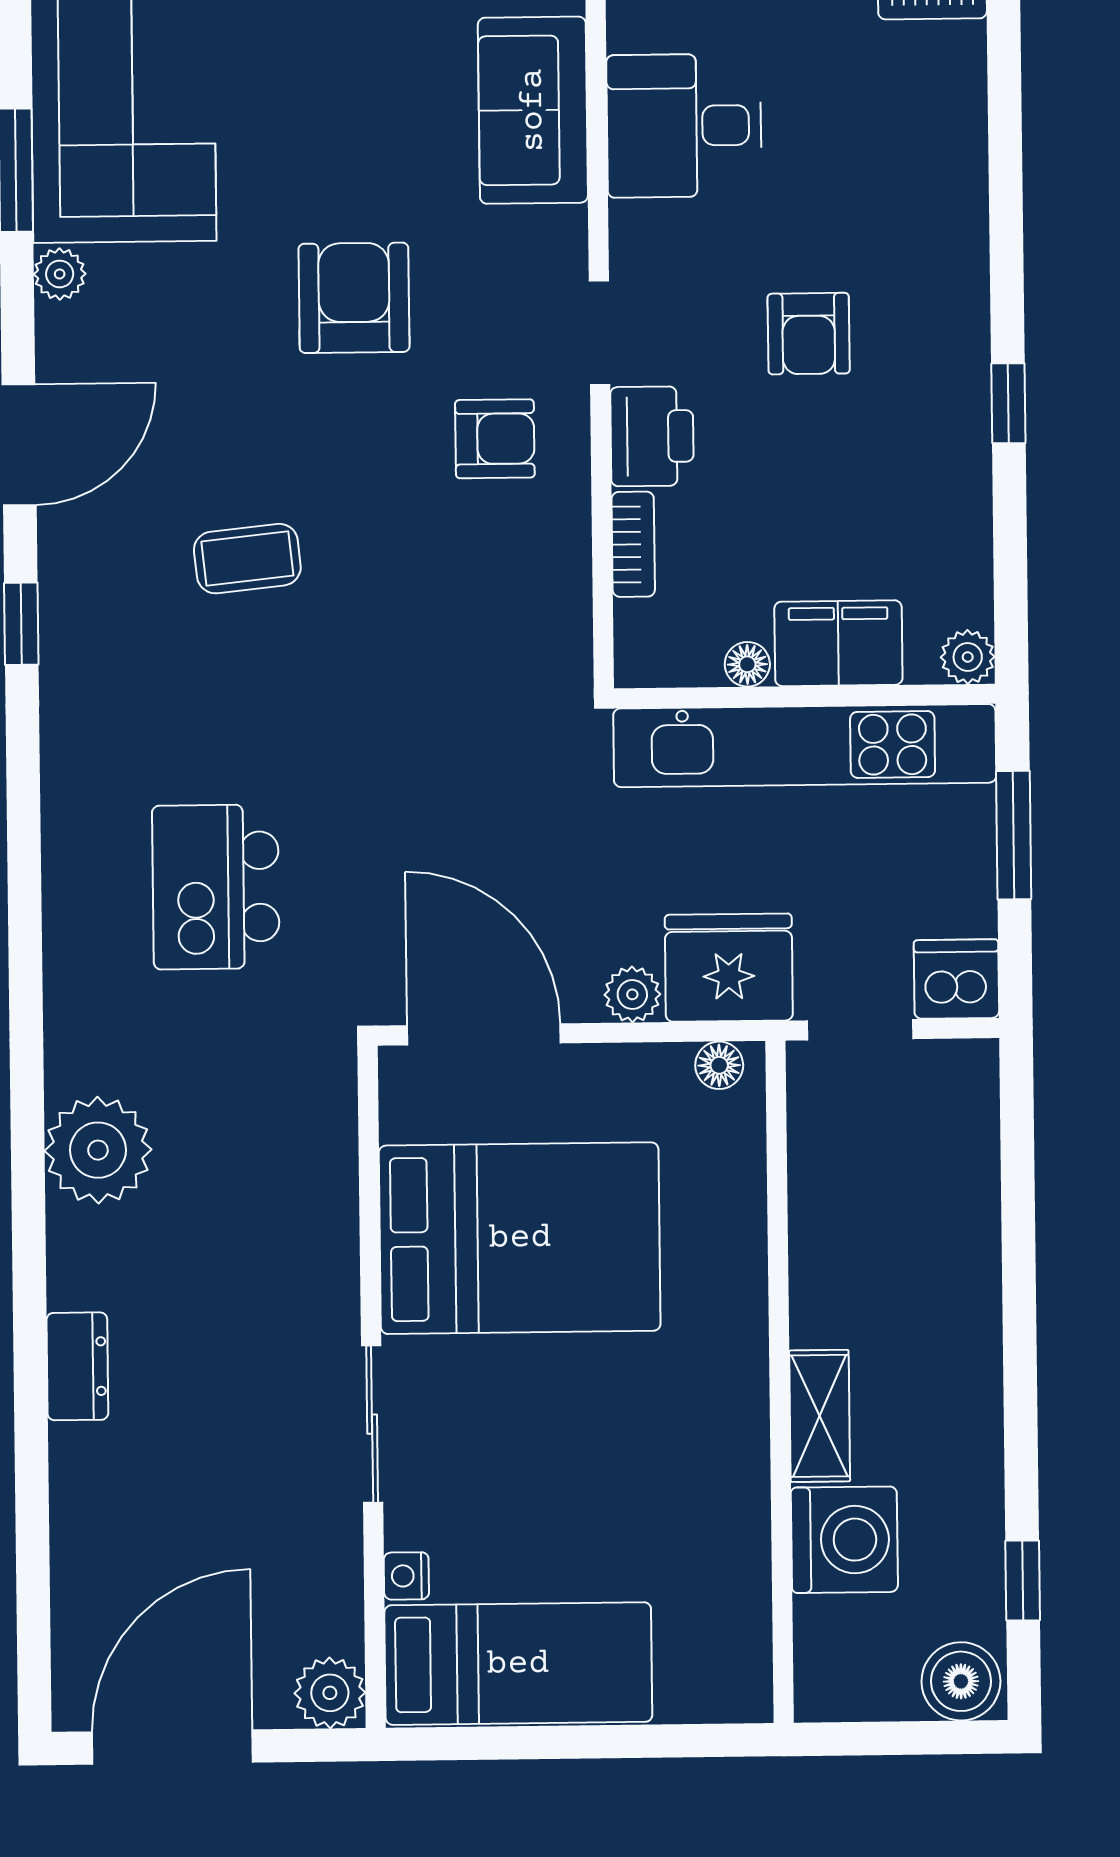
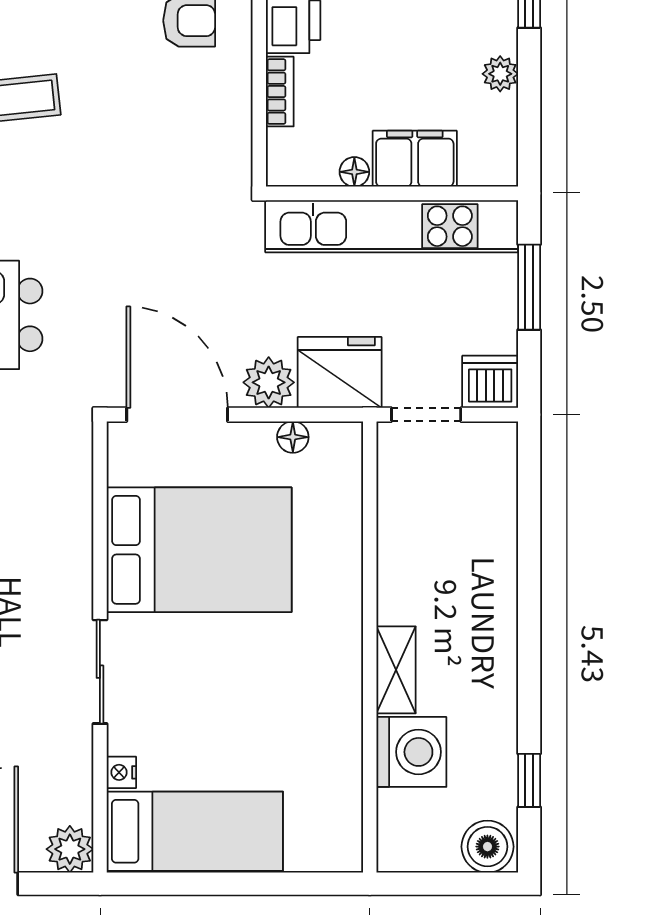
plant: (968, 657) -> (500, 74), moved
plant: (632, 994) -> (269, 382), width x1.38, depth x1.38
floor lamp: (719, 1065) -> (293, 437), moved

